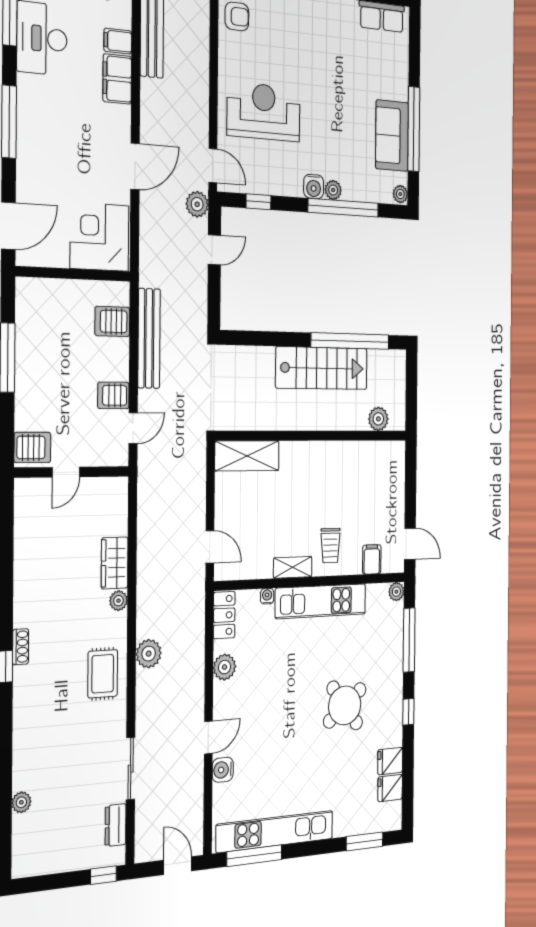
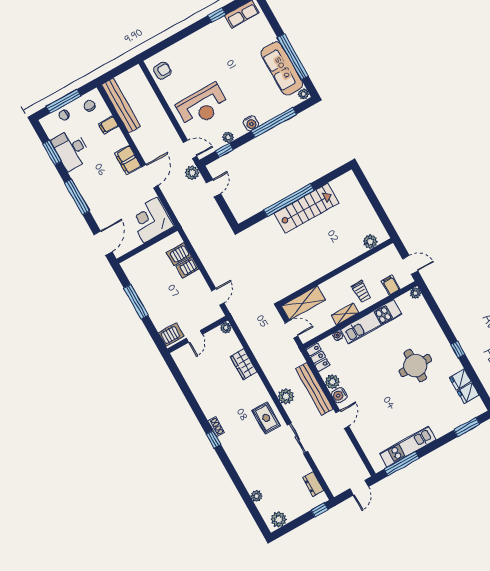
filing cabinet: (117, 79) -> (128, 160), moved
reception desk: (264, 112) -> (203, 106), turned 180
sofa: (392, 136) -> (282, 68), width x1.36
plant: (333, 190) -> (228, 137), moved
bench: (149, 338) -> (314, 389), moved
window: (350, 341) -> (289, 200), moved
server rack: (113, 395) -> (188, 268), moved
plant: (378, 419) -> (370, 242), moved
wall: (313, 436) -> (336, 272), moved
shelving: (247, 456) -> (303, 303), moved
plant: (118, 601) -> (226, 328), moved
window: (409, 640) -> (438, 313), removed
round table: (345, 705) -> (415, 366), turned 38
sliding door: (131, 769) -> (297, 438), moved
water cooler: (223, 770) -> (339, 395), moved
kitchen unit: (275, 832) -> (408, 447), width x0.73
plant: (35, 861) -> (279, 519), added
door: (178, 866) -> (359, 488), swing flipped

